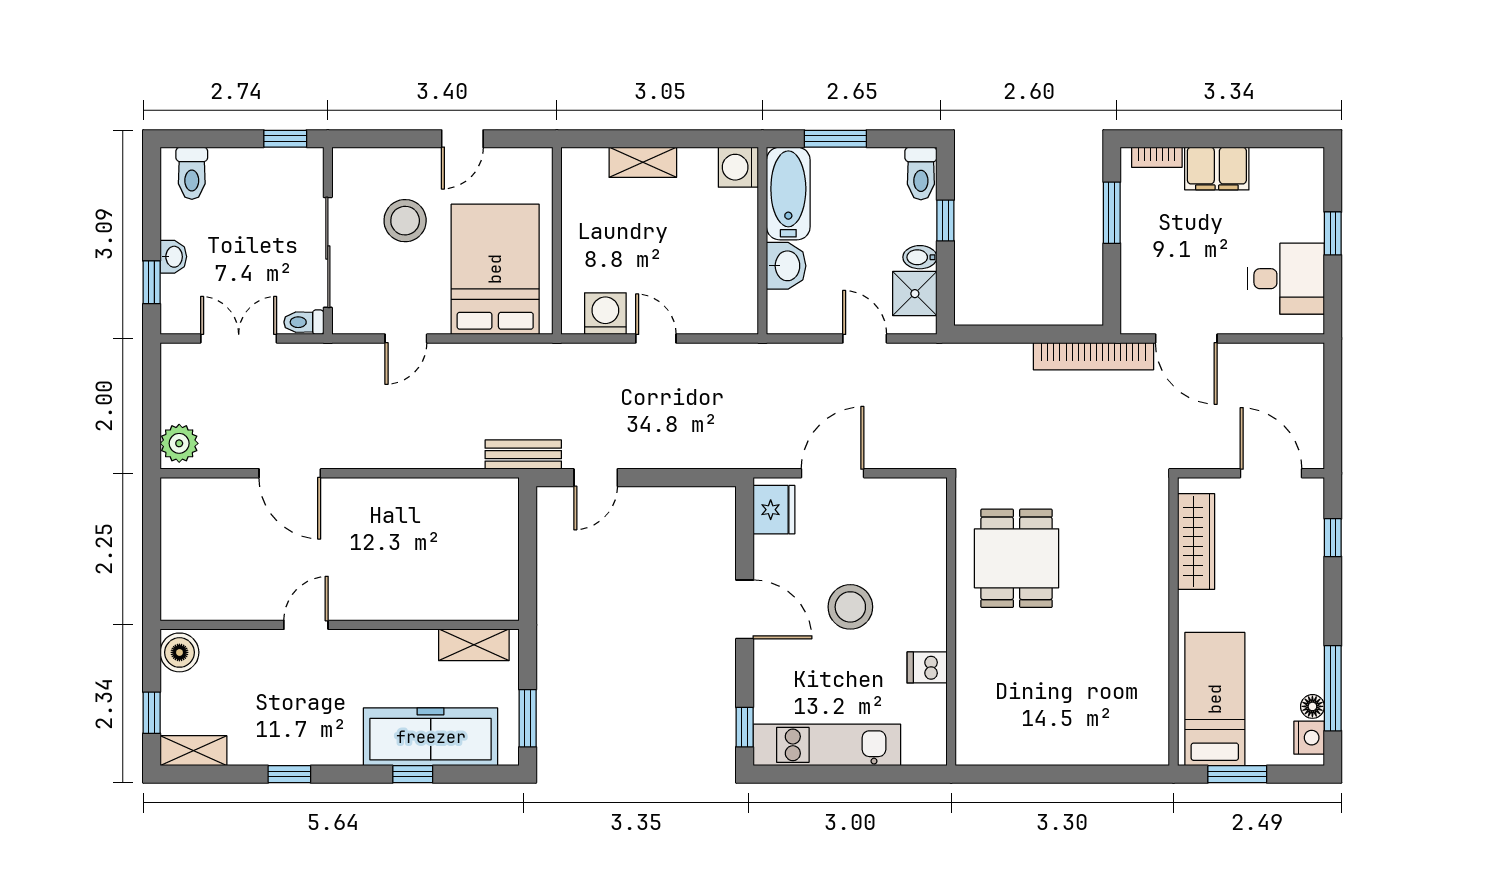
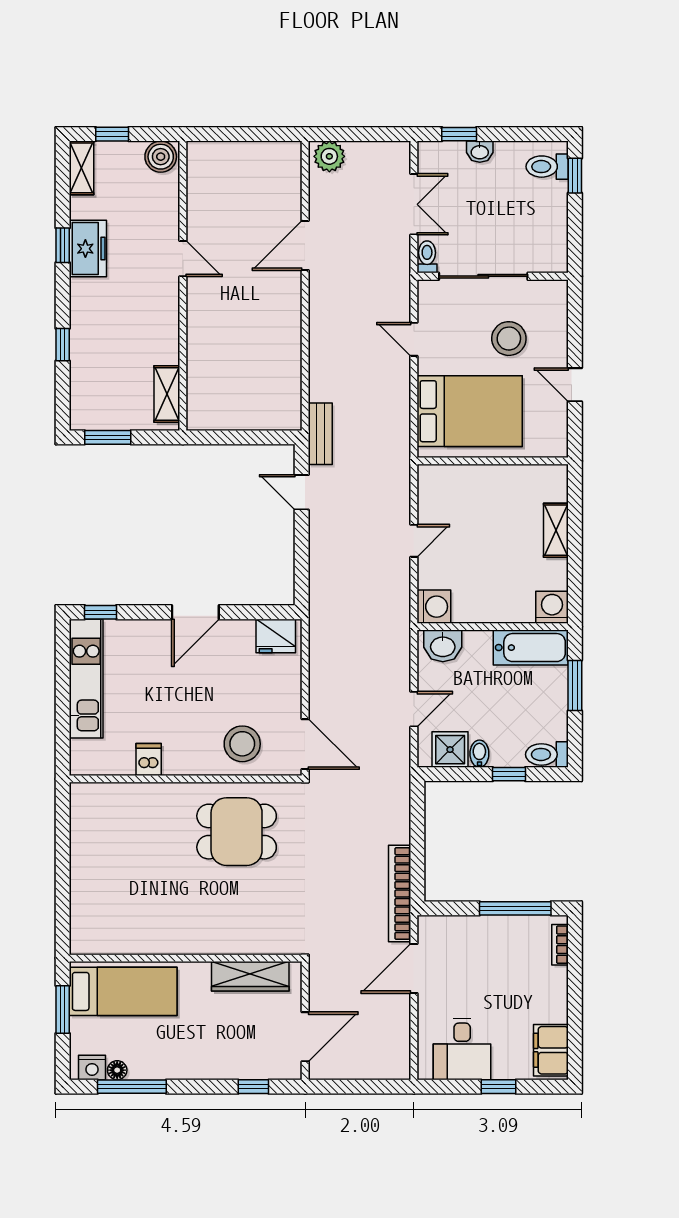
window: (285, 139) -> (575, 176), moved
filing cabinet: (1217, 169) -> (551, 1050), moved
window: (1112, 213) -> (515, 908), width x1.44
washbasin: (786, 266) -> (443, 646), moved
washing machine: (605, 314) -> (434, 607), moved
door: (833, 473) -> (305, 744), moved
stool: (850, 607) -> (242, 744), moved
freezer: (431, 737) -> (88, 249), moved, width x0.52, depth x0.79

